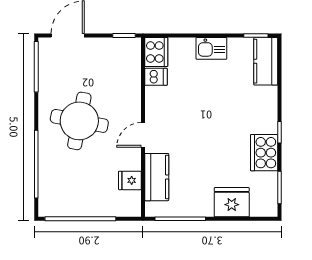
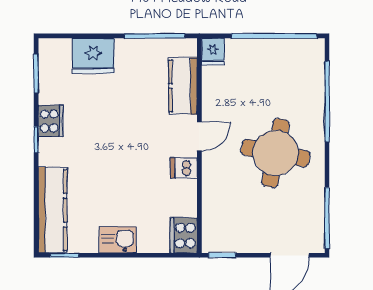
kitchen counter: (266, 61) -> (53, 210), width x1.50
dishwasher: (156, 77) -> (184, 168), moved
cooker: (264, 153) -> (51, 121), width x0.73, depth x0.76
fridge: (130, 180) -> (213, 52), moved, turned 90

